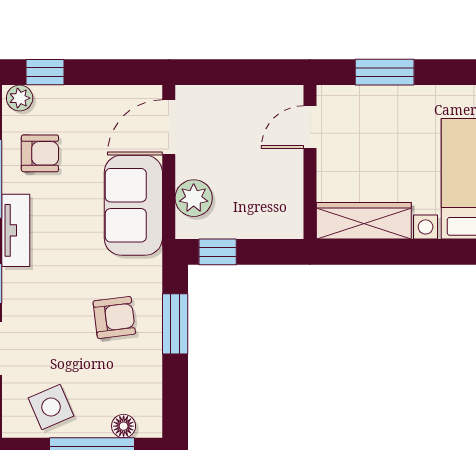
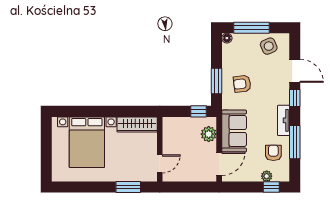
plant: (20, 98) -> (267, 176), moved
armchair: (40, 153) -> (273, 153), turned 90
floor lamp: (124, 426) -> (227, 38), moved

